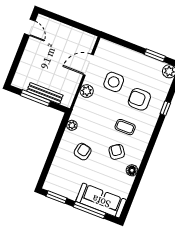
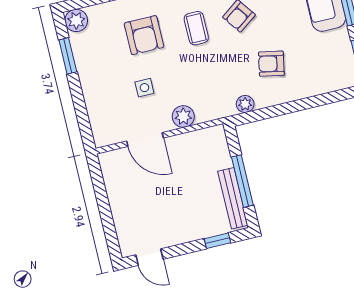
door: (30, 27) -> (149, 257), swing flipped
window: (15, 66) -> (217, 241), added
side table: (114, 82) -> (144, 88), width x0.54, depth x0.54
bench: (45, 93) -> (233, 198), moved

